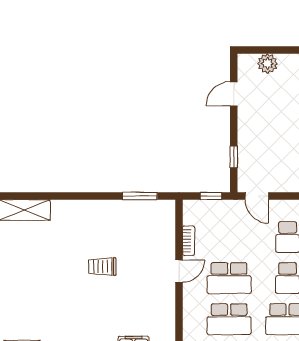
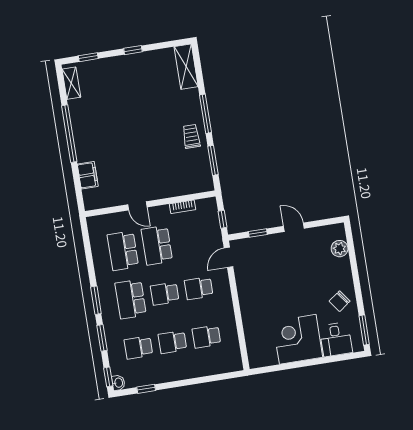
door: (234, 94) -> (294, 227), moved
window: (83, 196) -> (206, 114), added
trolley: (102, 267) -> (191, 136), moved
door: (179, 271) -> (137, 206), moved

